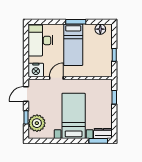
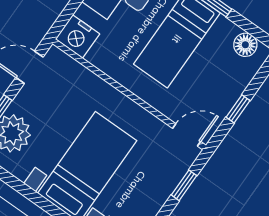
door: (56, 78) -> (187, 135), moved

